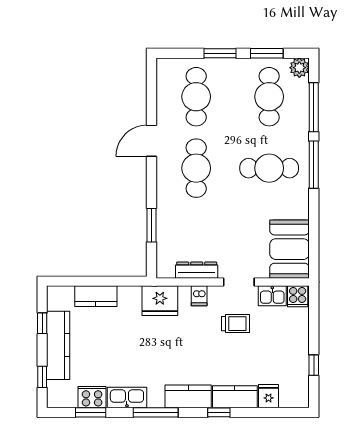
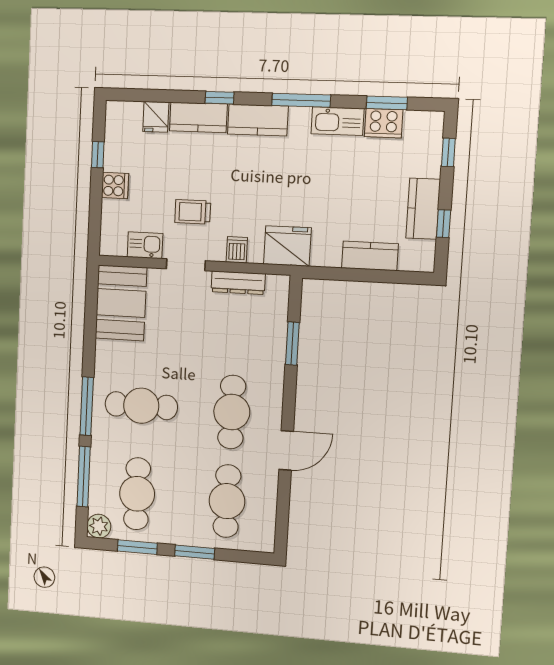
cooker: (298, 296) -> (115, 186), moved, turned 90
kitchen counter: (58, 345) -> (423, 209), width x0.67

